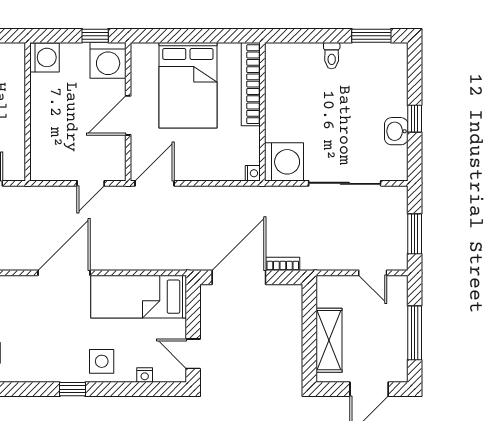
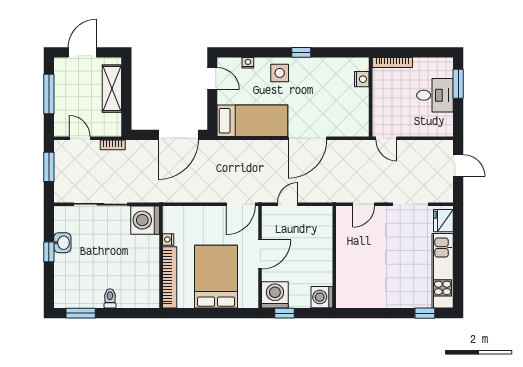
nightstand: (253, 173) -> (168, 239), moved
bookcase: (283, 264) -> (113, 145), moved

